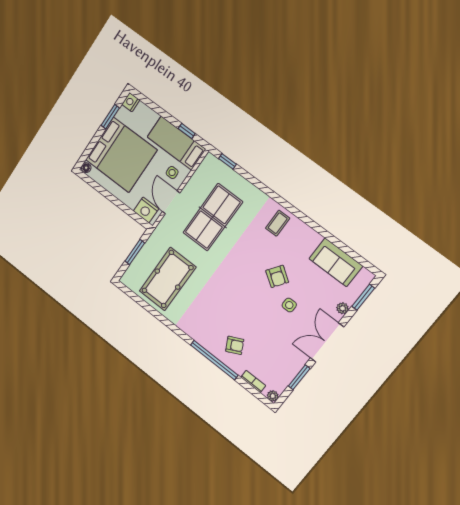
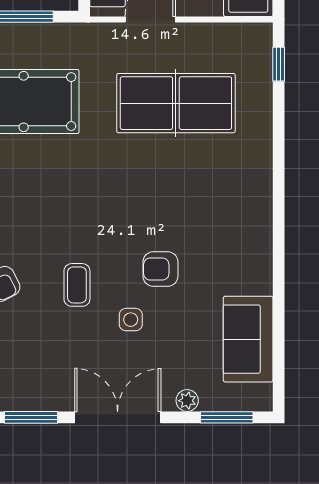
coffee table: (278, 223) -> (77, 285), moved, turned 90
armchair: (277, 276) -> (160, 269), turned 55

